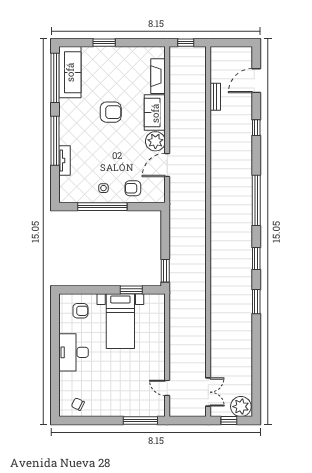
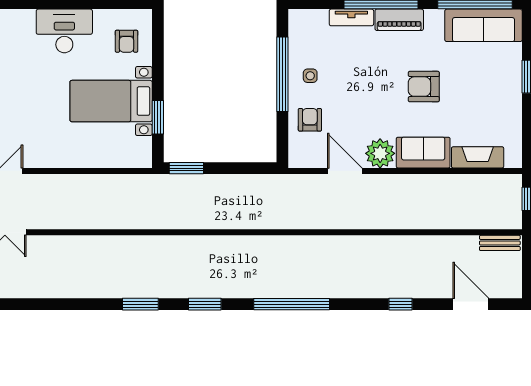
bench: (215, 97) -> (500, 243), moved
armchair: (111, 112) -> (424, 87), turned 90
piano: (66, 129) -> (399, 20), added

